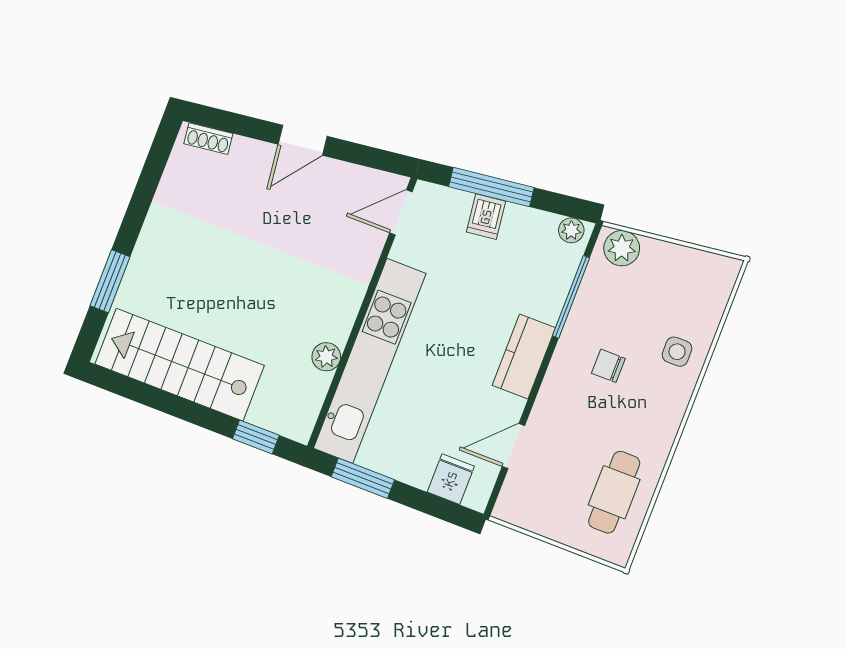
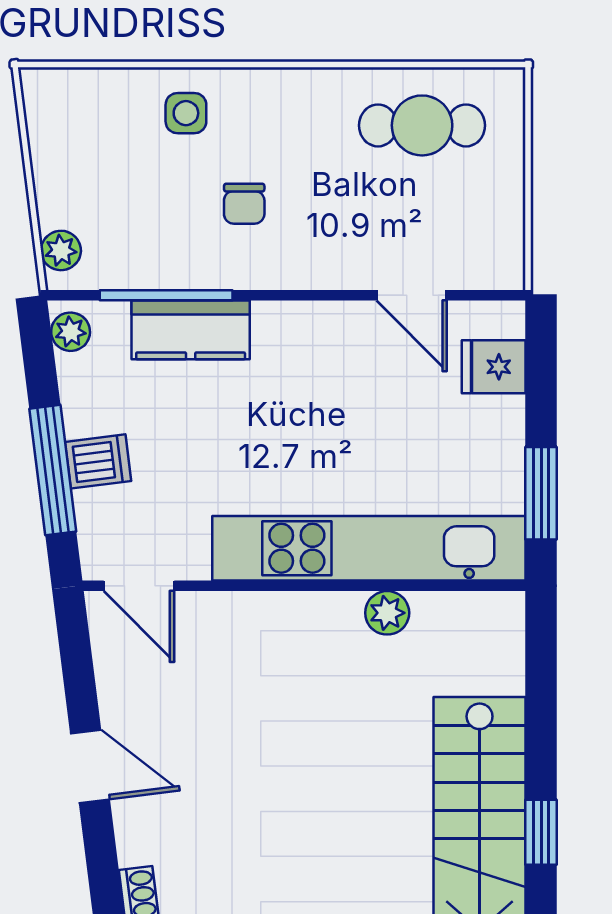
plant: (622, 248) -> (61, 250), width x0.73, depth x0.73
kitchen counter: (524, 357) -> (191, 330), moved
window: (256, 437) -> (541, 832), moved

